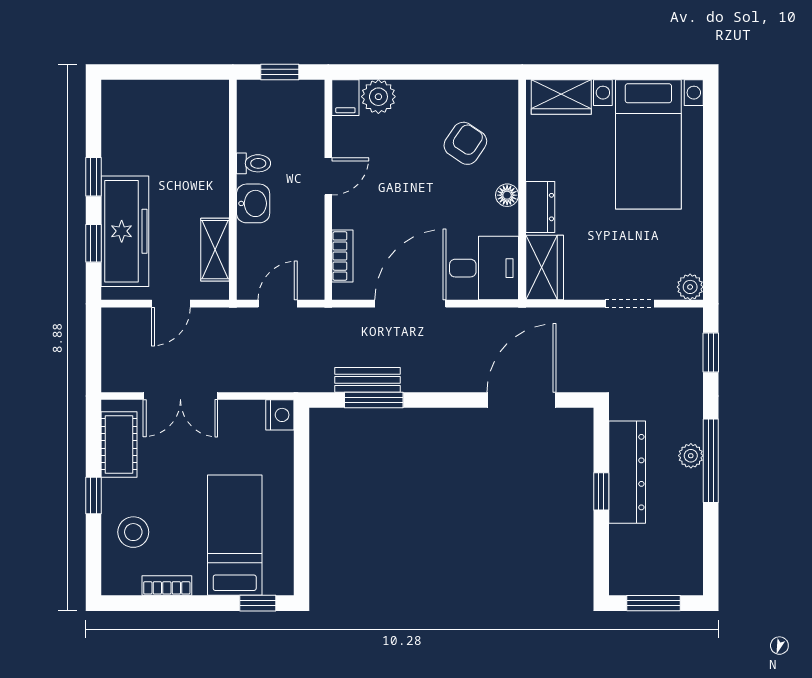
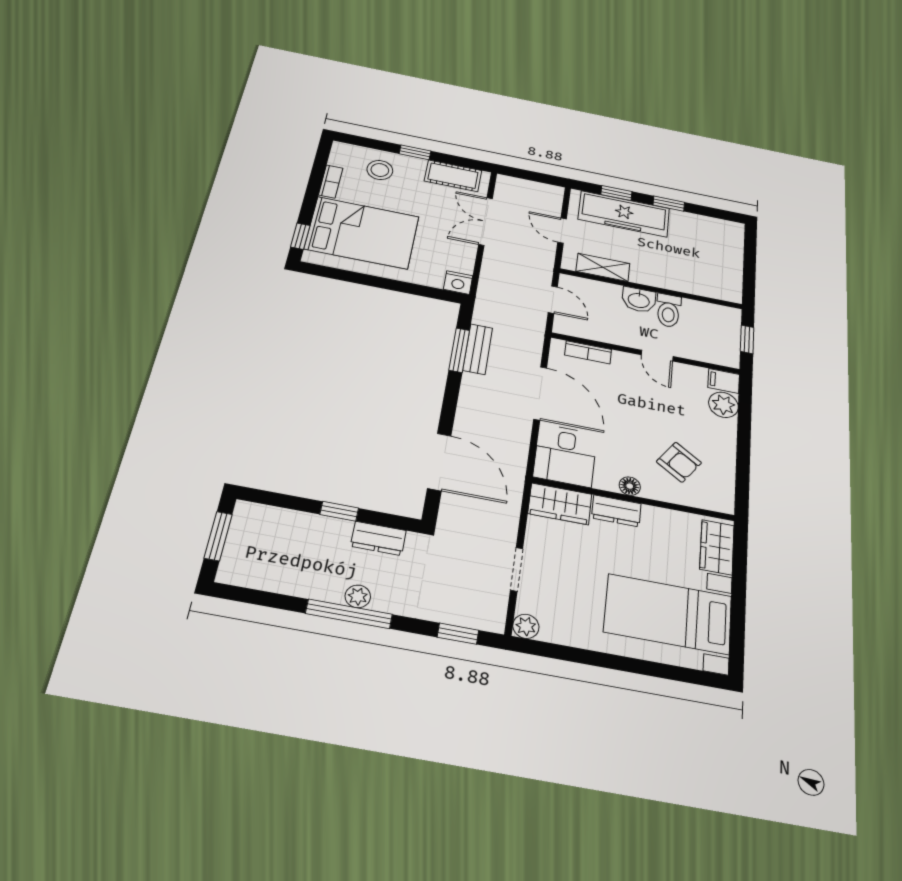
toilet: (254, 163) -> (669, 310), width x1.37, depth x1.39
dresser: (627, 472) -> (378, 538), width x0.51, depth x0.80
bed: (235, 535) -> (362, 233), width x1.50

